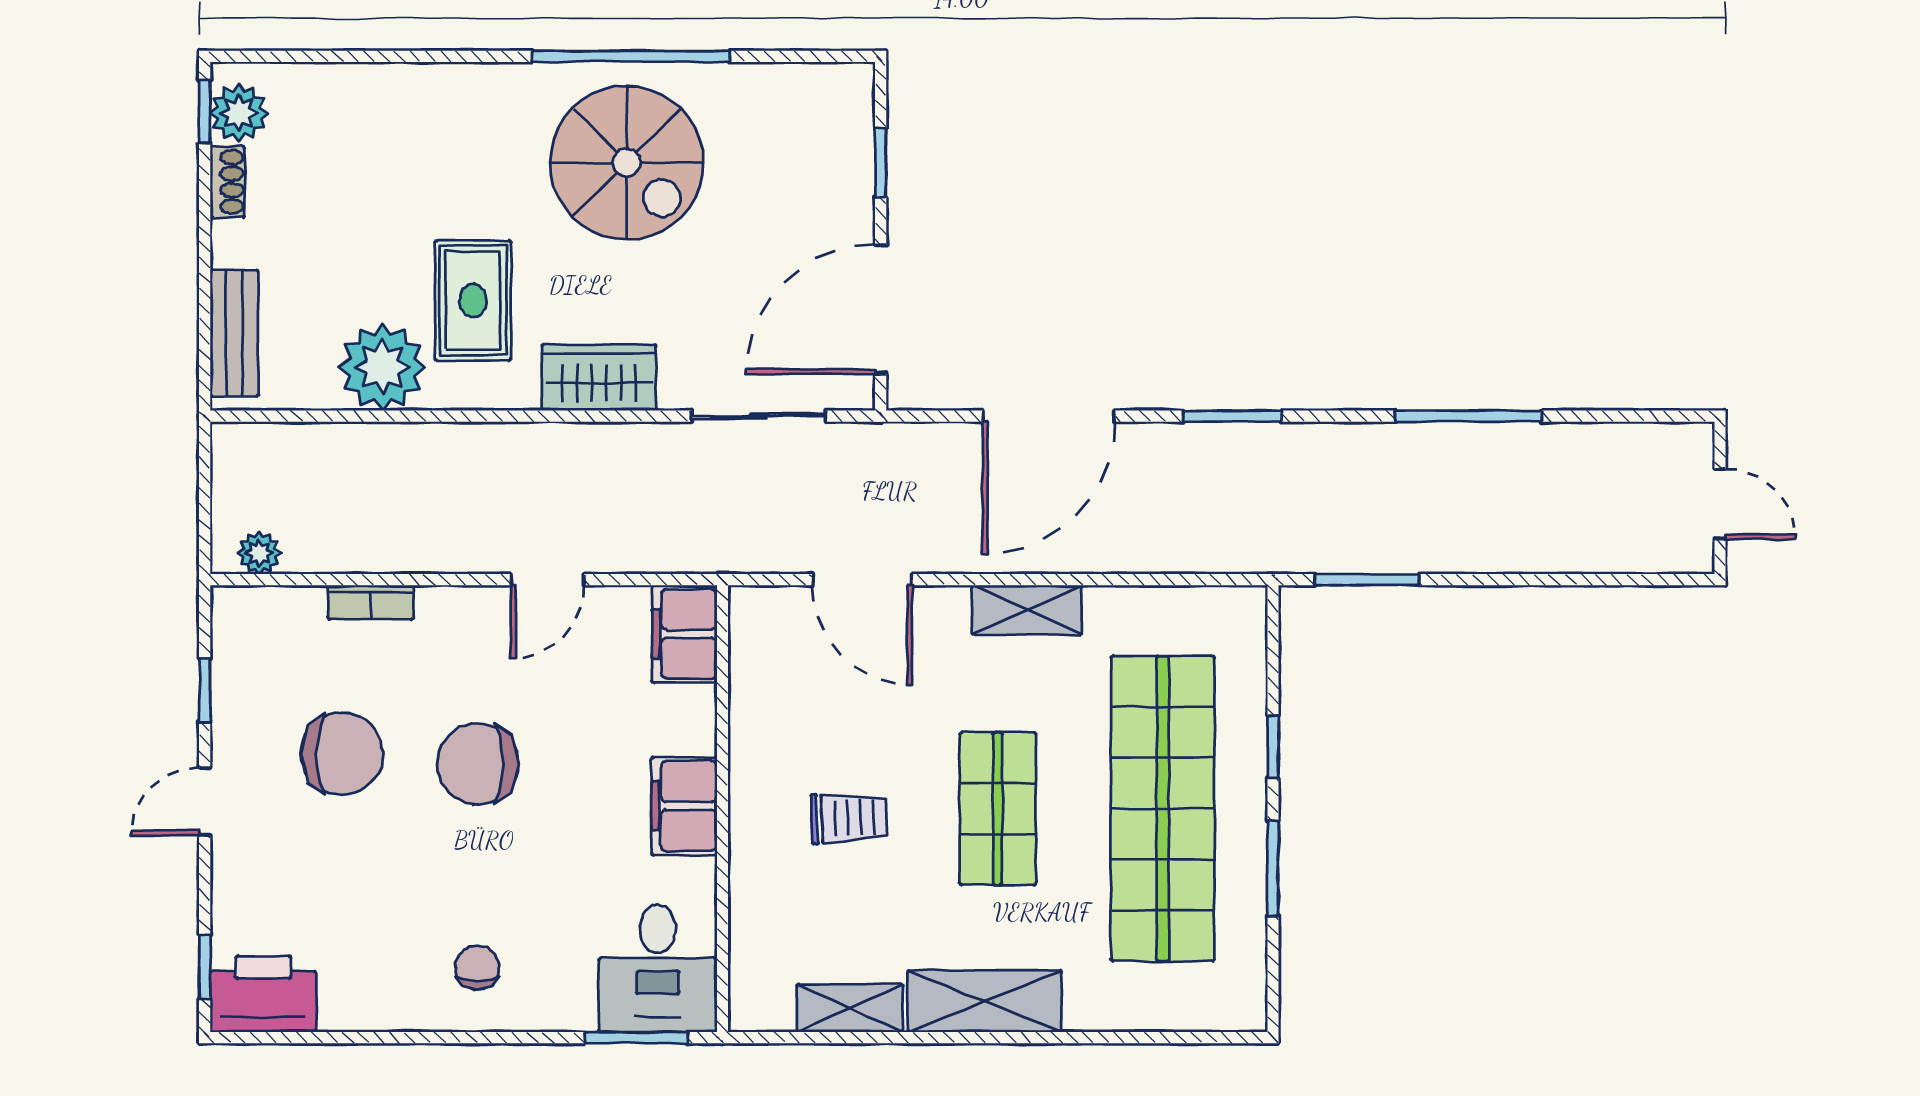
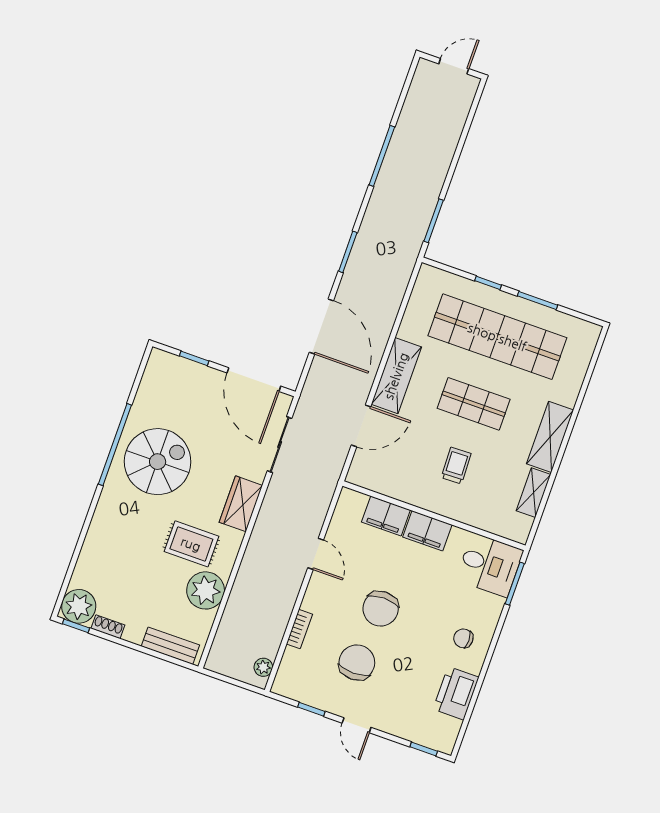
plant: (239, 113) -> (79, 606), width x1.36, depth x1.36
shelving: (1027, 610) -> (396, 376), width x1.50, depth x1.33
filing cabinet: (685, 634) -> (386, 516), moved
printer: (263, 994) -> (456, 693), moved

